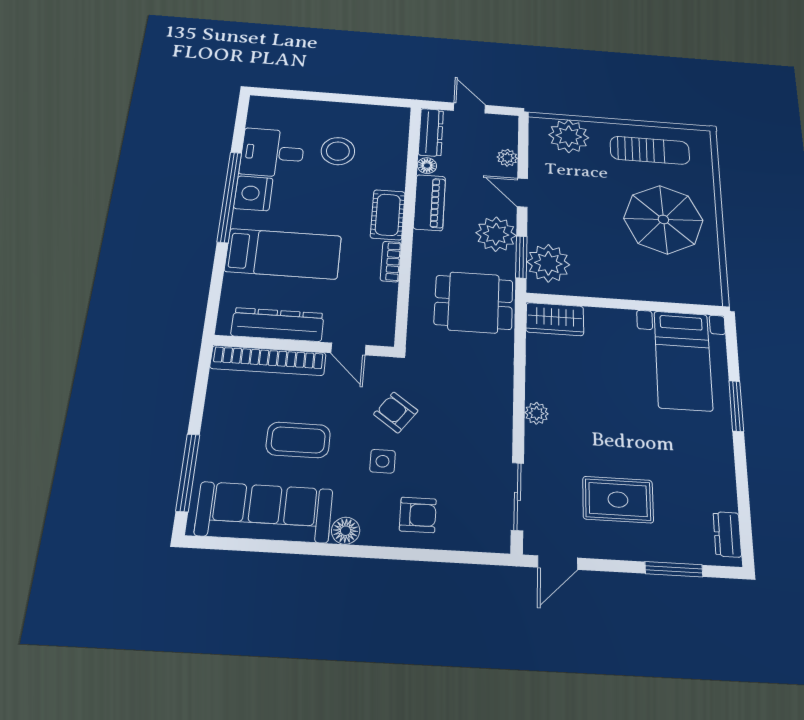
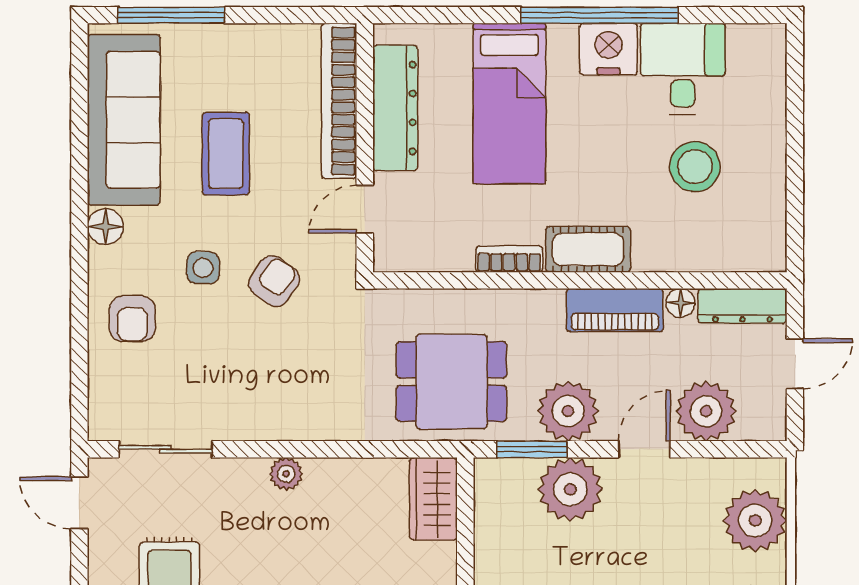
plant: (507, 158) -> (706, 411), width x1.88, depth x1.88
plant: (548, 263) -> (570, 489), moved
dining table: (474, 302) -> (451, 382), turned 90

